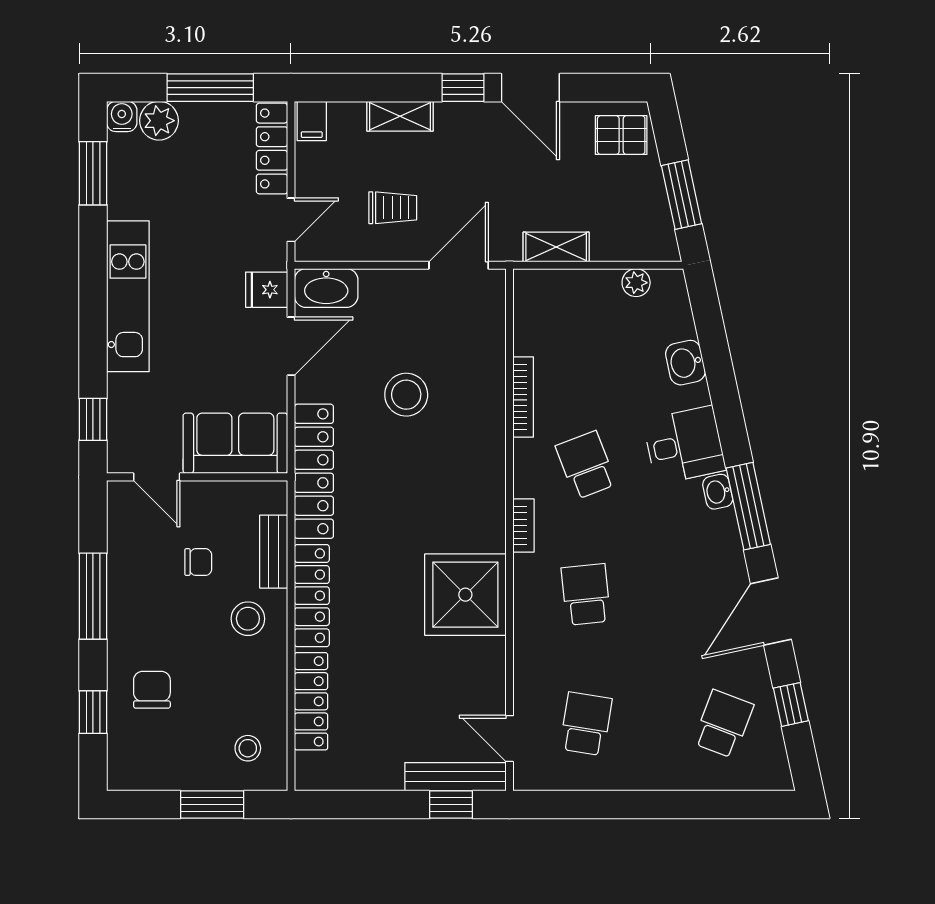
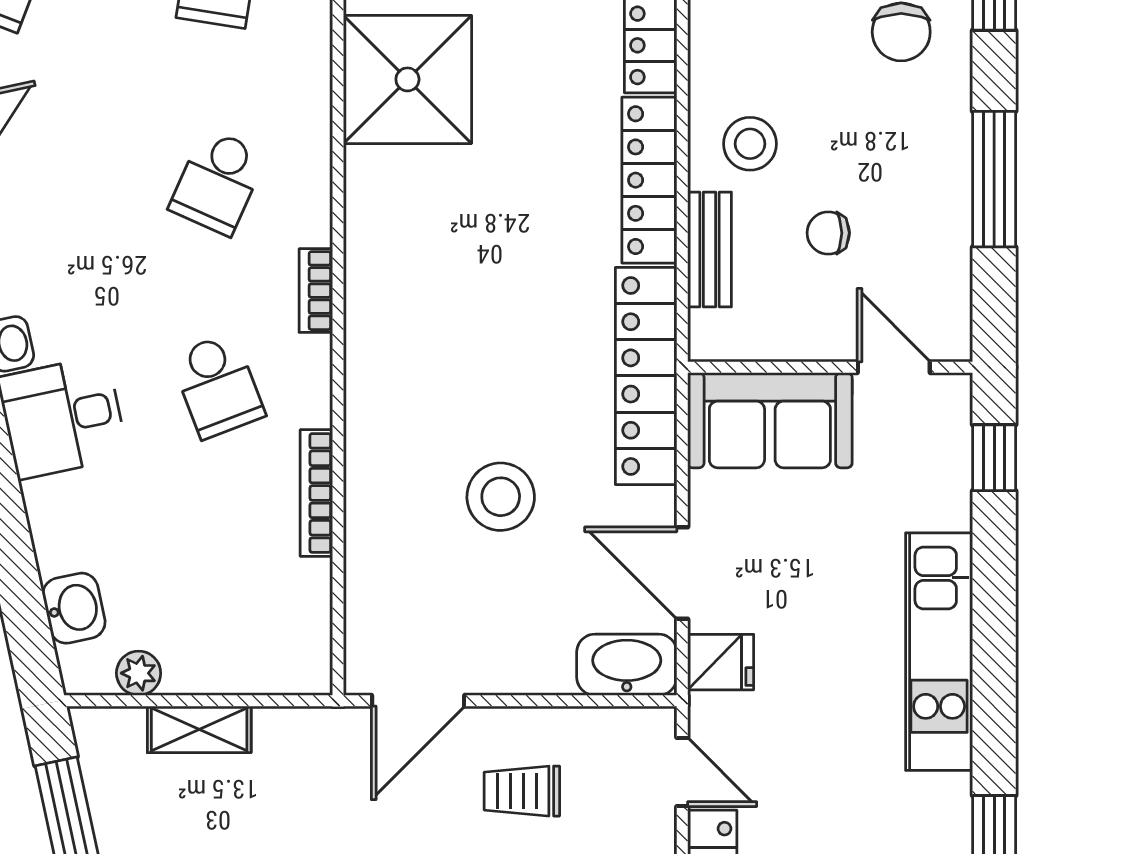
door: (291, 220) -> (682, 772), swing flipped
shelving: (556, 247) -> (199, 729), moved
door: (291, 346) -> (682, 573), hinge flipped
washbasin: (685, 363) -> (74, 608), moved
school desk: (586, 594) -> (218, 182), turned 30
shower: (465, 595) -> (407, 79), moved

